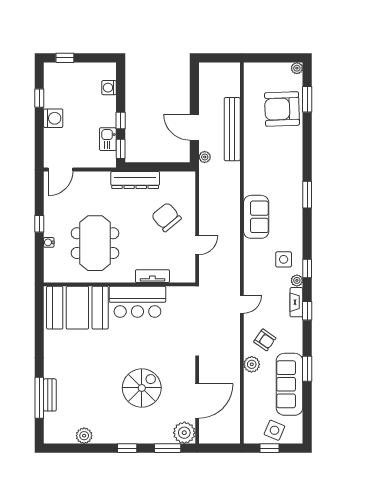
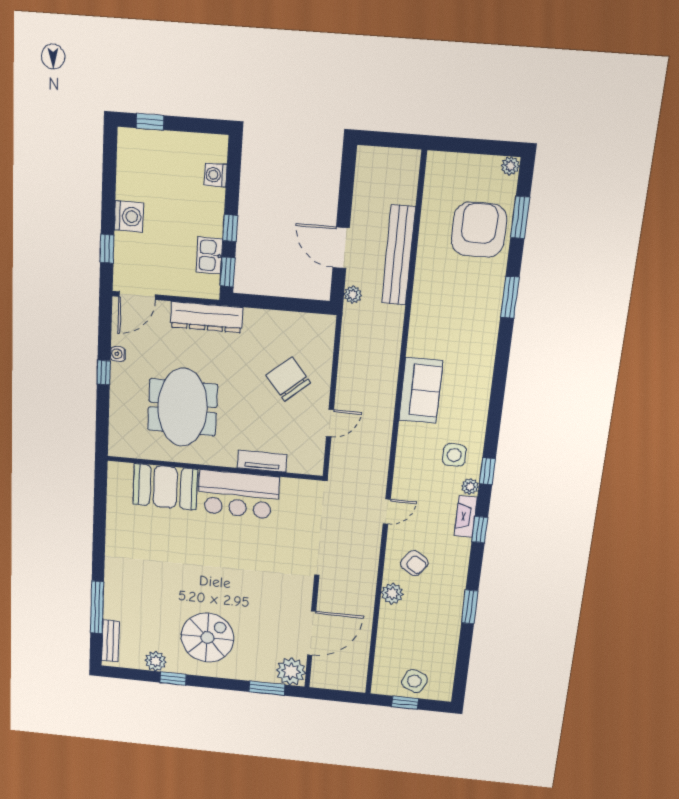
window: (39, 98) -> (107, 249), moved
armchair: (282, 109) -> (479, 230), turned 92
dresser: (135, 180) -> (207, 317), moved
window: (307, 195) -> (510, 297), moved
water cooler: (49, 242) -> (118, 354), moved
booth: (77, 308) -> (165, 487), width x0.73, depth x0.70
sofa: (290, 384) -> (442, 625), removed
spiral stairs: (142, 388) -> (207, 638), moved
bench: (50, 395) -> (110, 641), moved
window: (127, 448) -> (173, 678), moved

